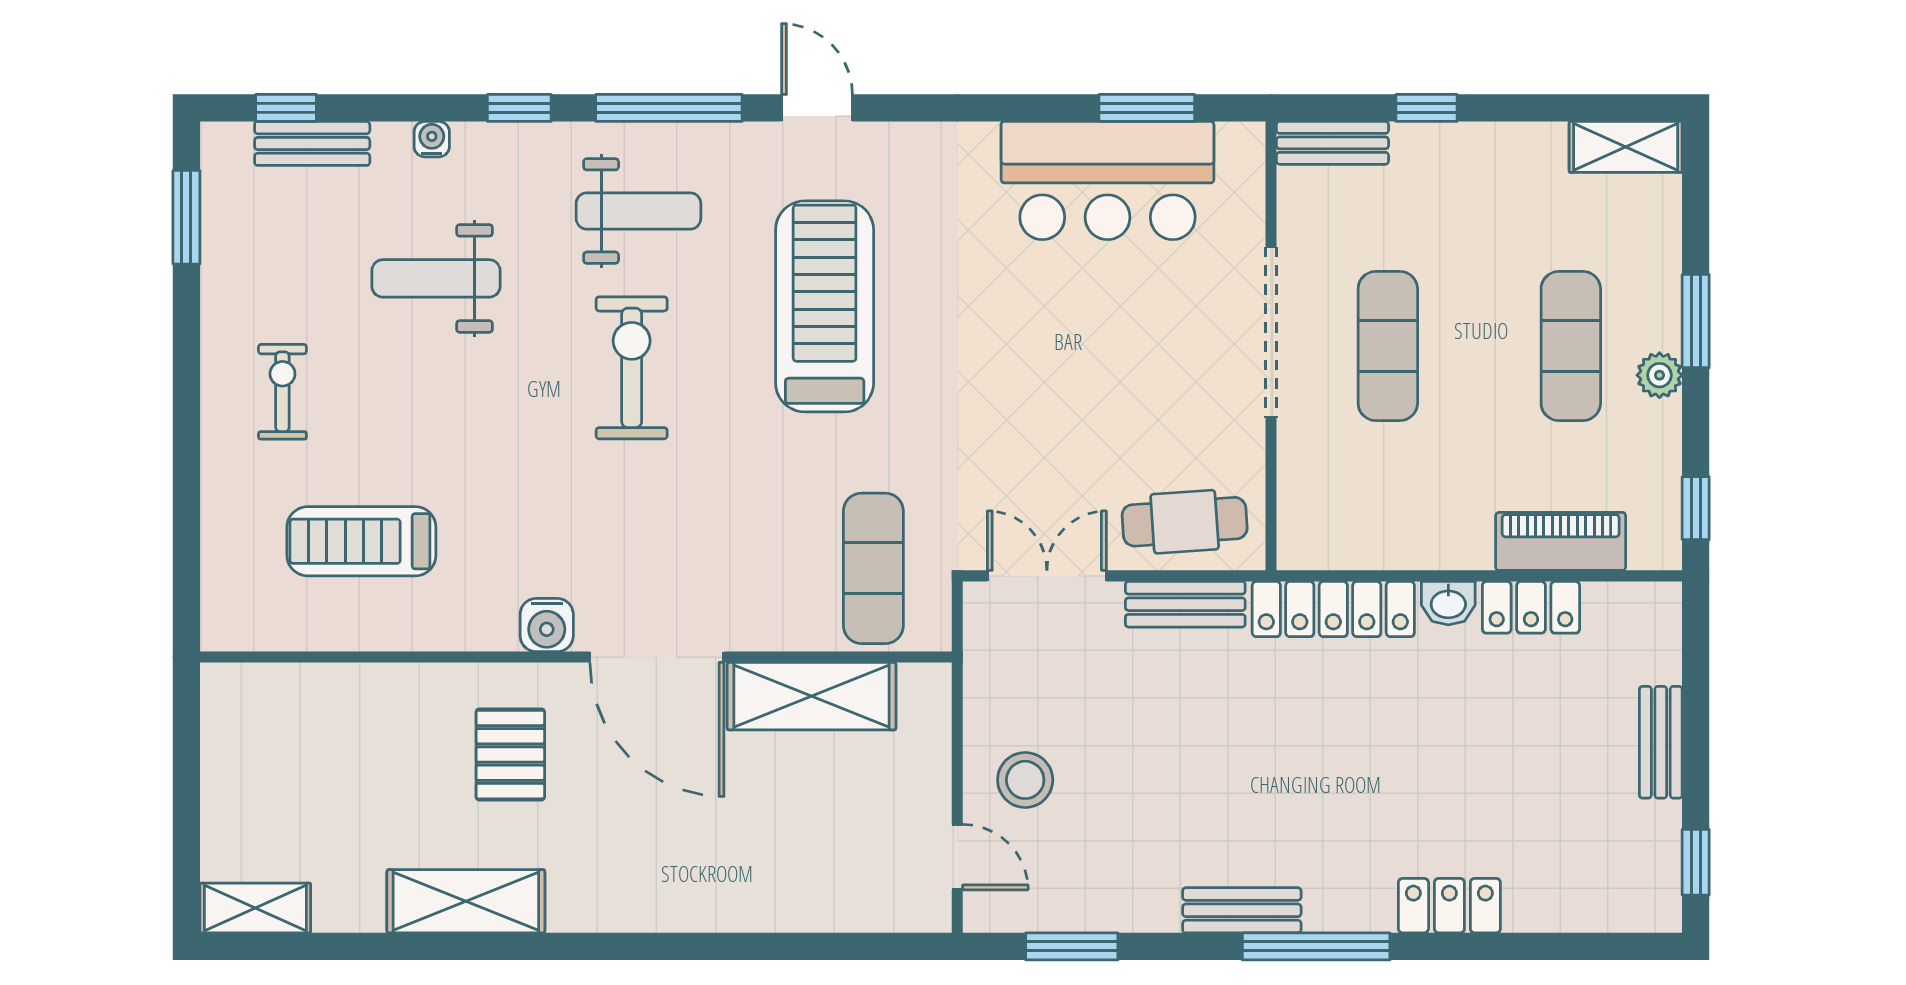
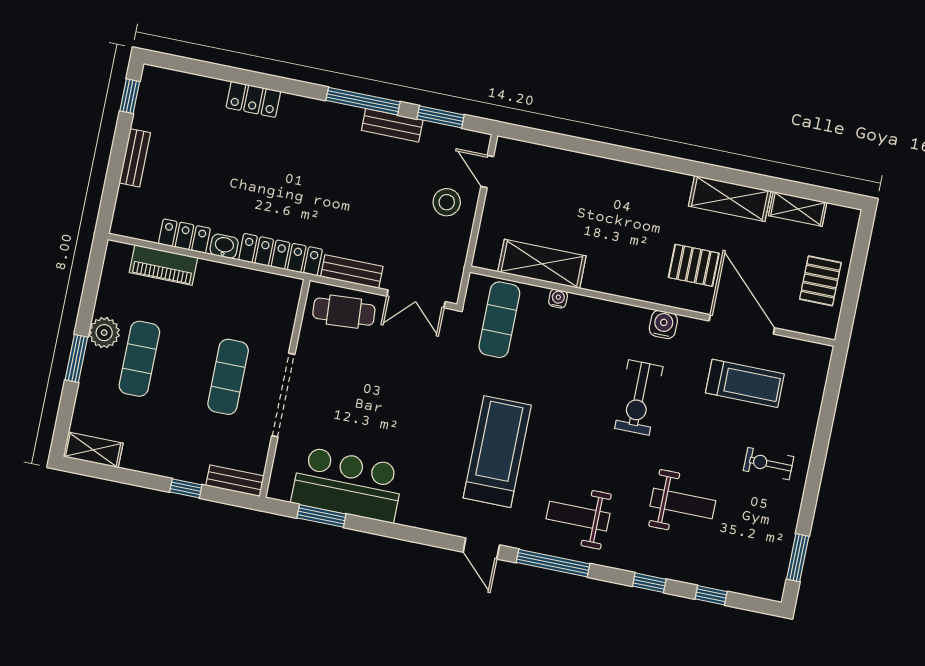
window: (286, 108) -> (711, 595), moved
window: (519, 108) -> (649, 583), moved
water cooler: (432, 139) -> (558, 299), moved, turned 180
bench: (312, 143) -> (730, 581), removed
treadmill: (825, 306) -> (497, 452), turned 180
exercise bike: (632, 368) -> (639, 397), moved
plant: (1659, 375) -> (104, 333), width x1.38, depth x1.38
exercise bike: (282, 392) -> (768, 464), turned 90
window: (1696, 508) -> (95, 268), removed
door: (657, 657) -> (742, 324), moved
pallet: (510, 755) -> (694, 265), turned 90
pallet: (253, 775) -> (820, 281), added
shelving: (255, 908) -> (798, 209), moved
bench: (1242, 910) -> (392, 125), moved
window: (1316, 946) -> (363, 101), moved

